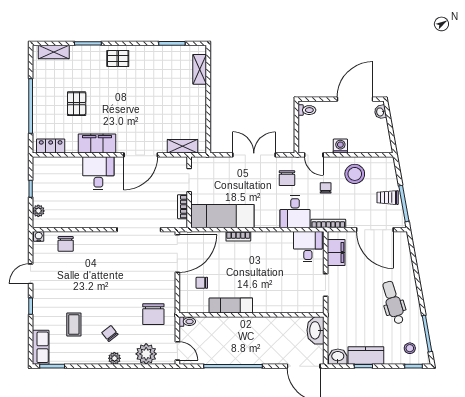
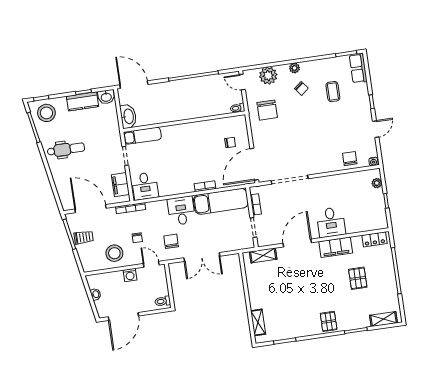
pallet: (118, 58) -> (329, 321), turned 90
washbasin: (380, 112) -> (96, 294), moved
desk: (295, 212) -> (181, 211), moved
dental chair: (393, 303) -> (66, 149), turned -73
exam couch: (231, 305) -> (142, 136), moved
chair: (153, 314) -> (267, 110), turned 180
stool: (410, 348) -> (46, 113), width x1.89, depth x1.89

